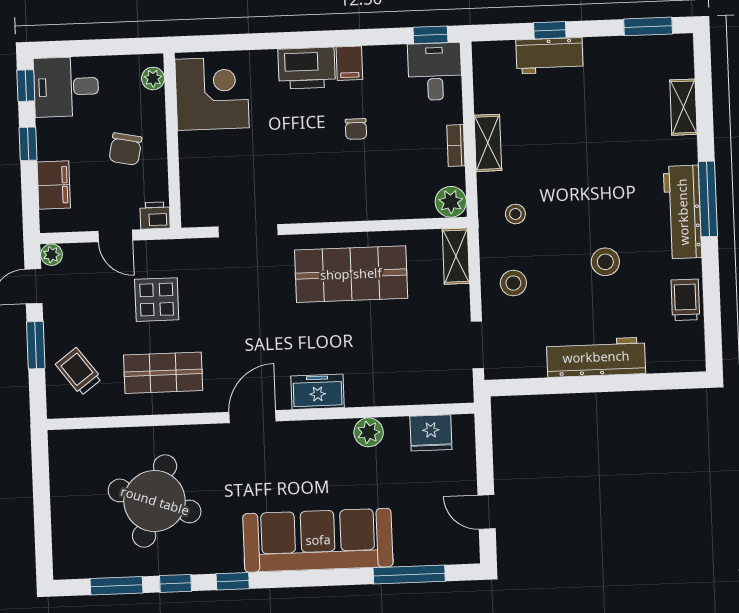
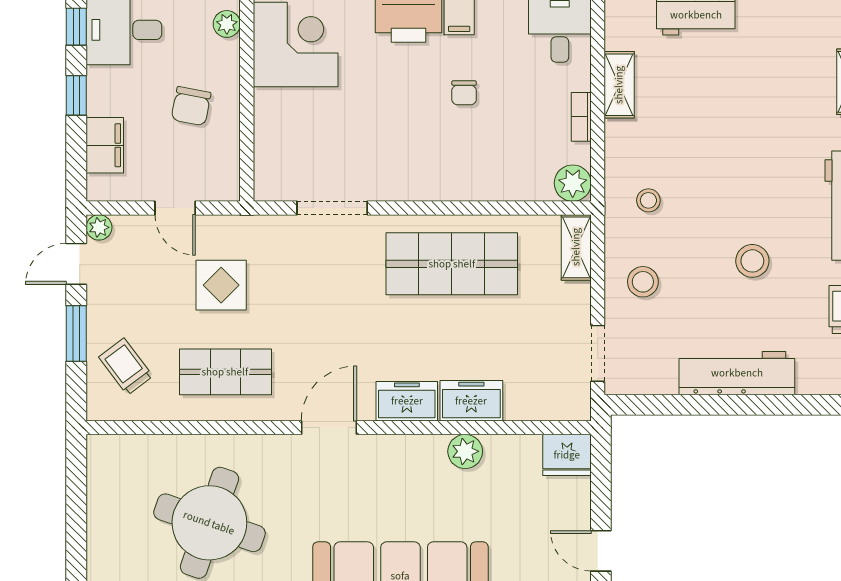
shelving: (488, 143) -> (619, 85), moved
printer: (155, 215) -> (223, 186), removed
freezer: (372, 389) -> (471, 401), added
fridge: (431, 433) -> (567, 455), moved

